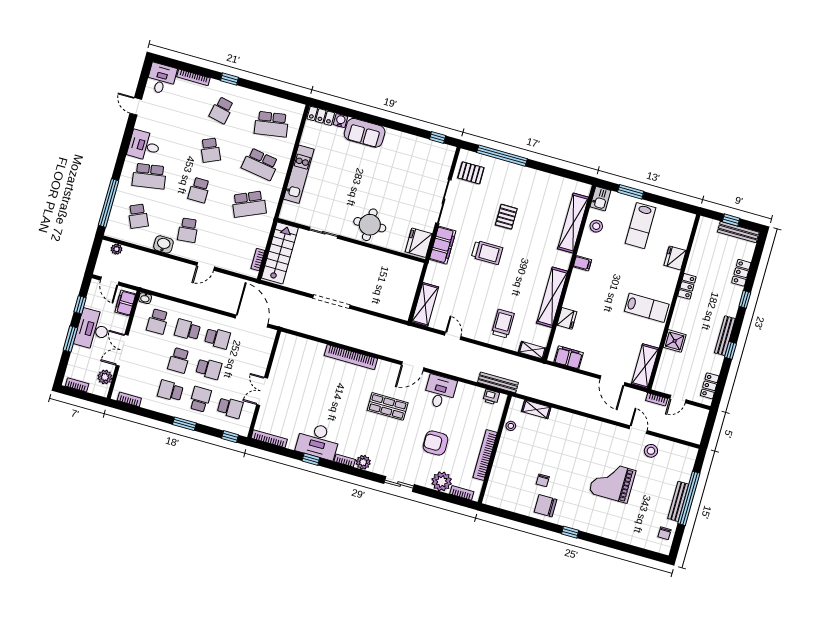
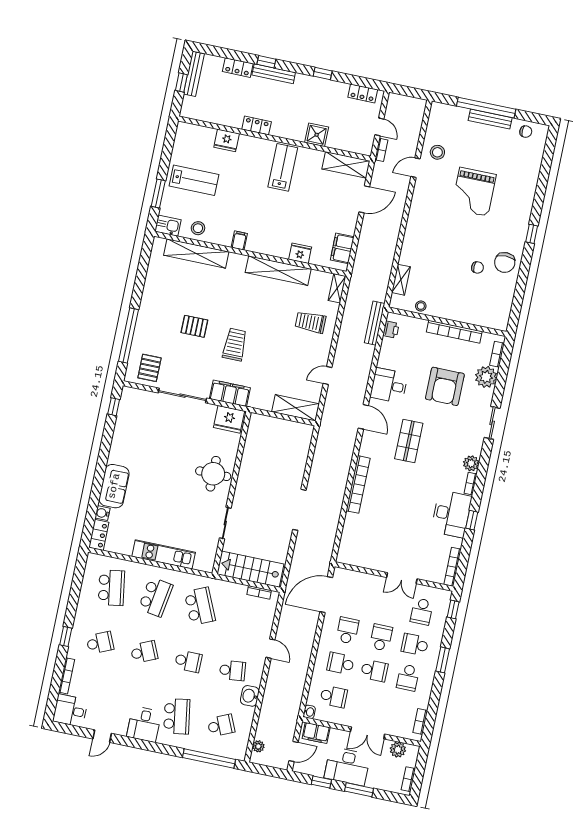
school desk: (222, 110) -> (100, 643), turned -36
school desk: (188, 330) -> (341, 663), turned 90
bench: (725, 336) -> (274, 74), moved
school desk: (230, 408) -> (422, 612), turned 180
armchair: (435, 443) -> (445, 386), width x1.36, depth x1.36

